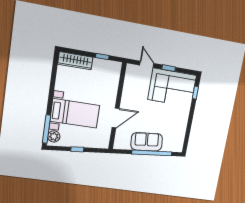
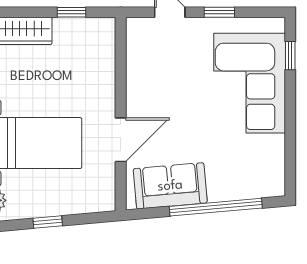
corner sofa: (172, 87) -> (250, 83), moved, turned 90
sofa: (147, 142) -> (170, 186), moved

